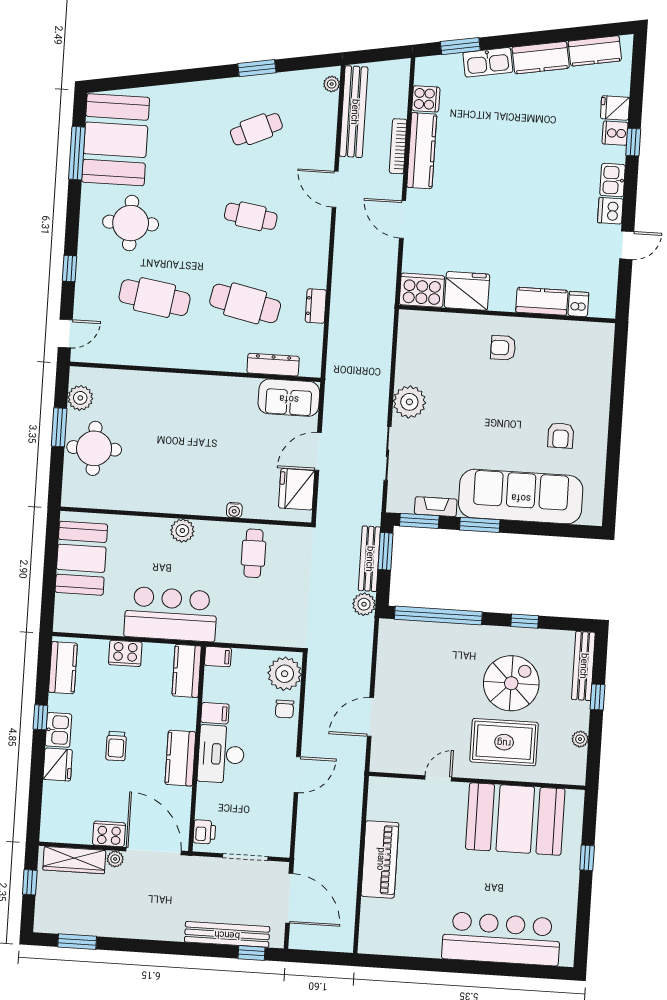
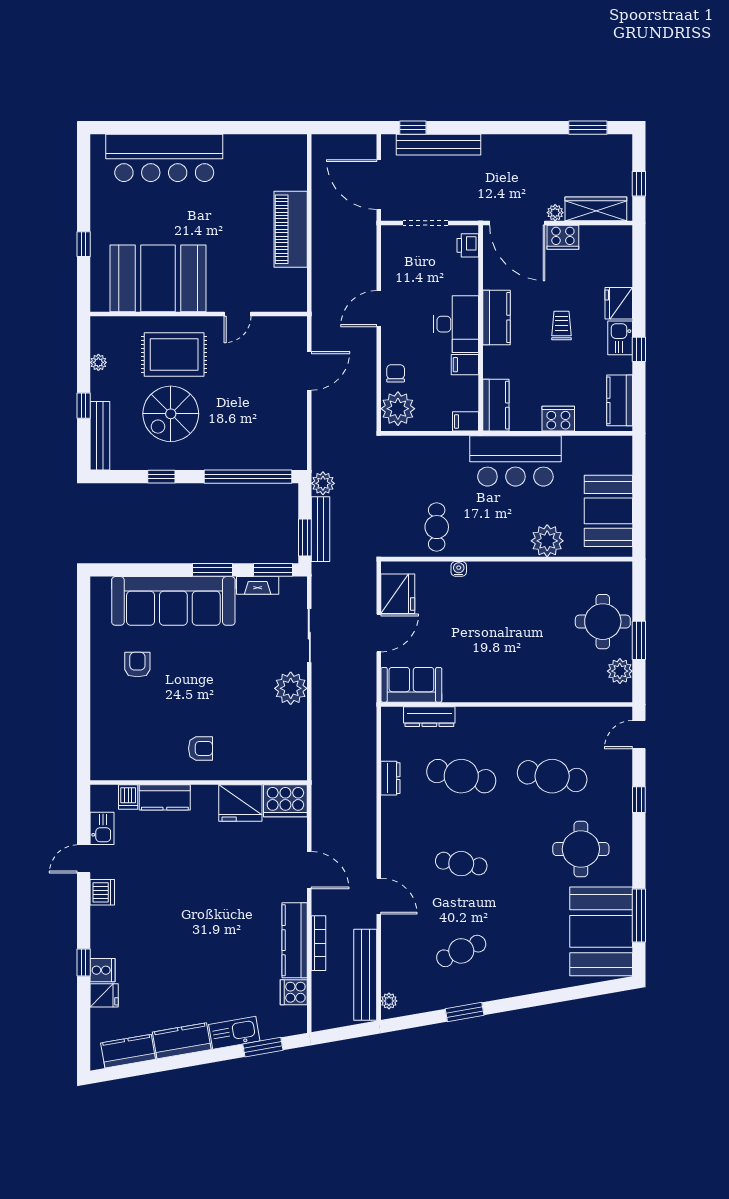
kitchen sink: (613, 180) -> (102, 828), moved
plant: (182, 531) -> (547, 541), moved, width x1.36, depth x1.36

